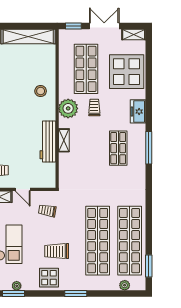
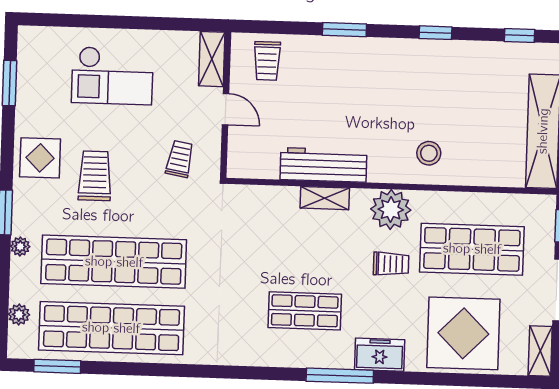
window: (149, 148) -> (340, 376), moved
door: (23, 189) -> (226, 109), swing flipped
plant: (17, 286) -> (20, 246), moved

